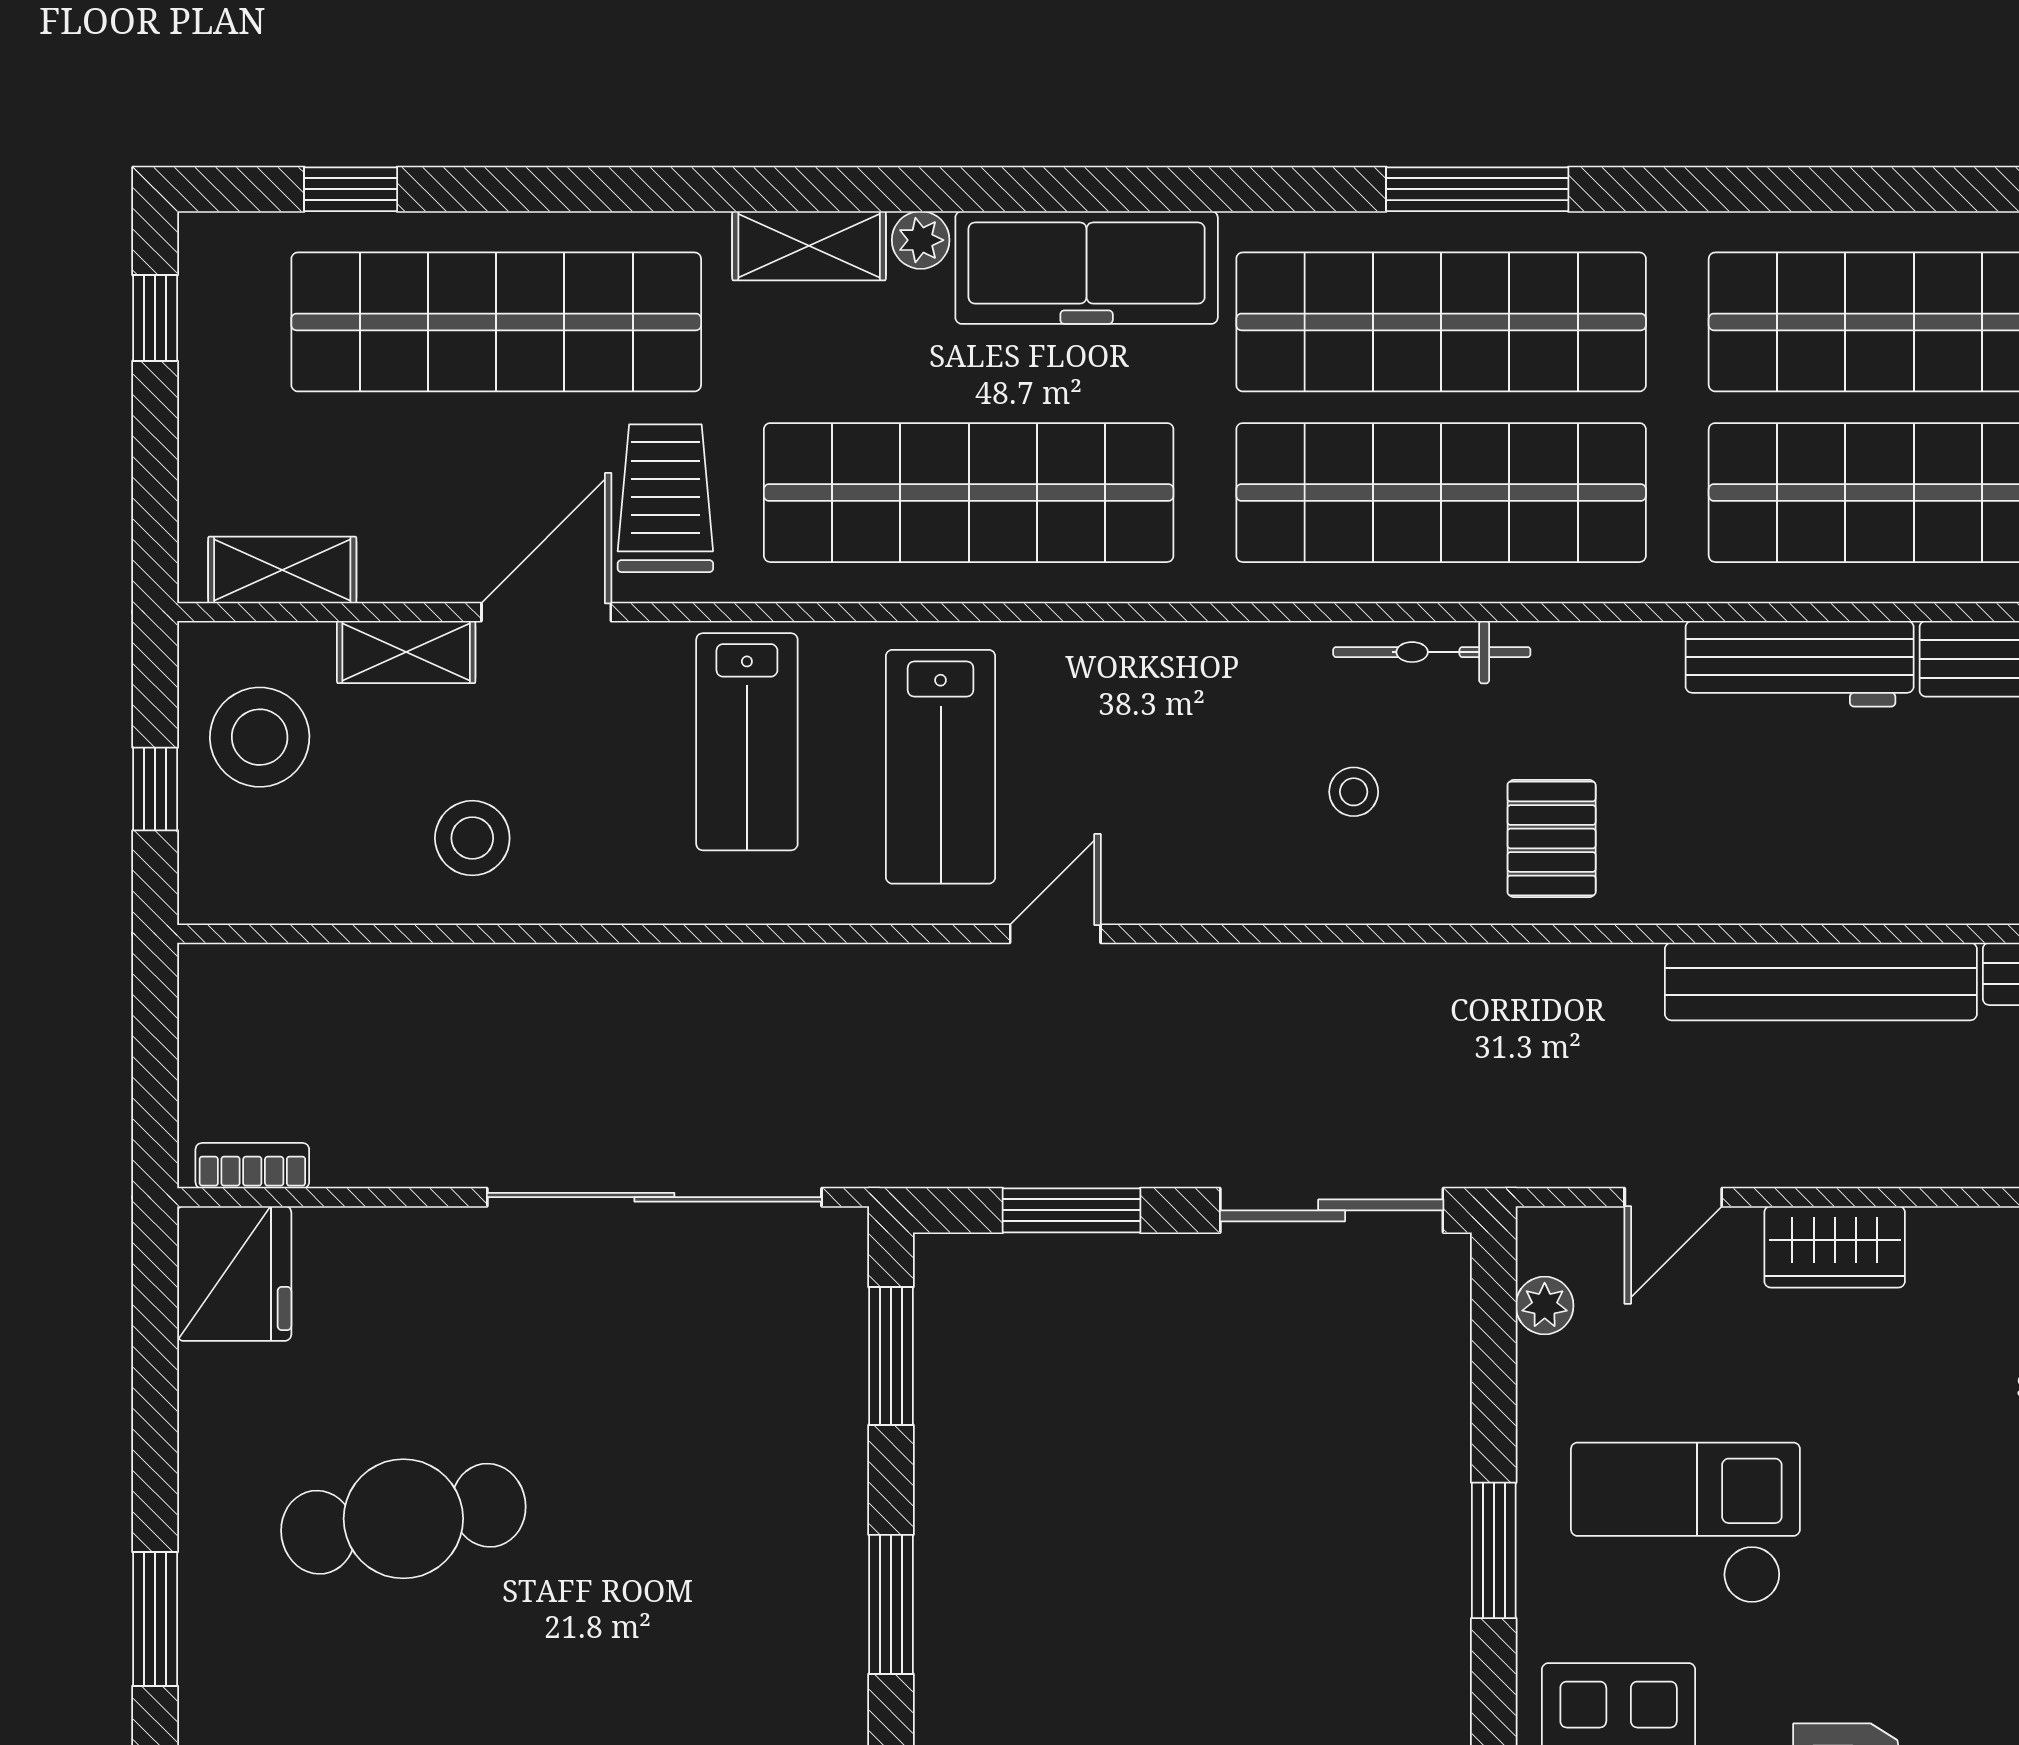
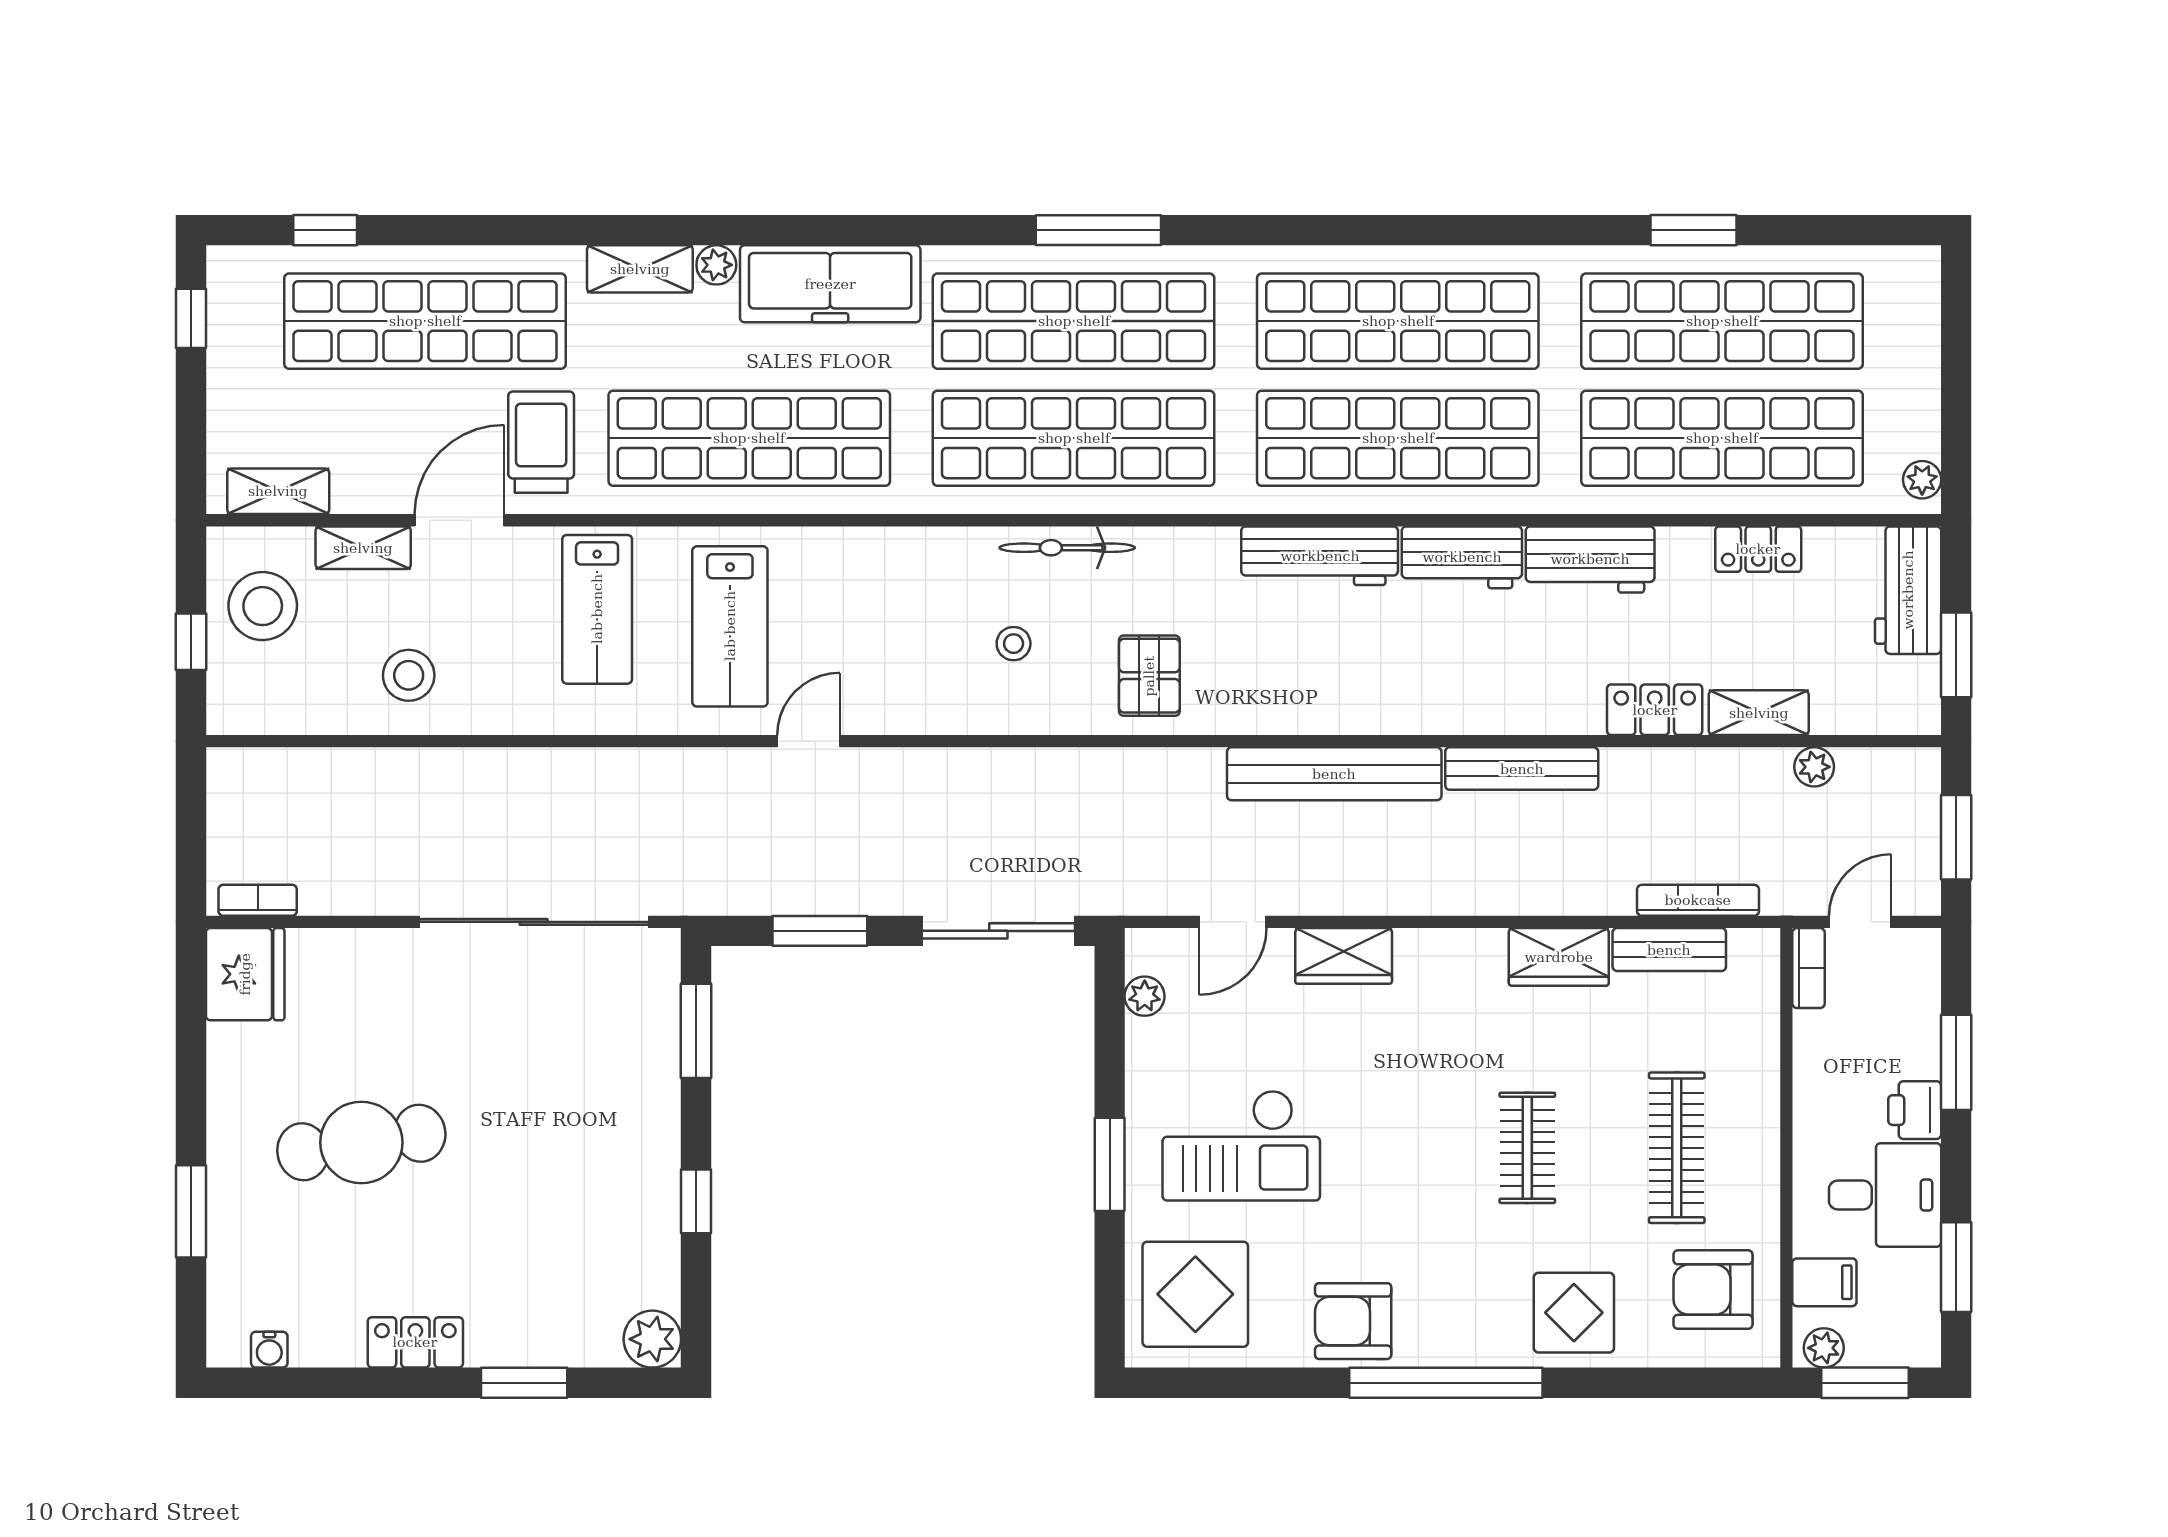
checkout: (1685, 1523) -> (1241, 1145), turned 180
window: (891, 1604) -> (696, 1201), width x0.67

